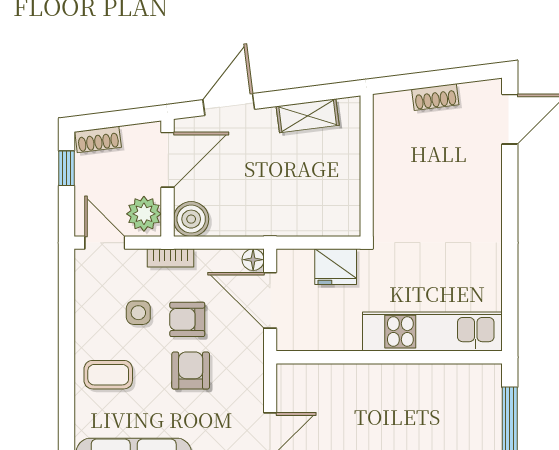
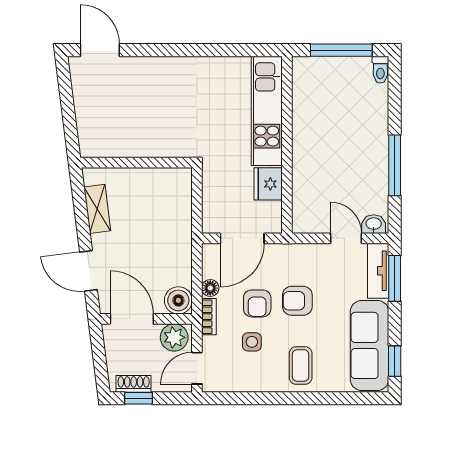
shoe rack: (435, 97) -> (83, 109), removed
shoe rack: (98, 139) -> (134, 384), moved, turned -83
floor lamp: (253, 260) -> (210, 288), moved
fridge: (336, 267) -> (268, 184), moved, turned 180

